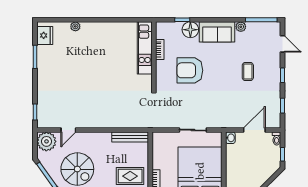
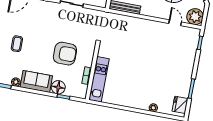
door: (68, 130) -> (175, 23), hinge flipped

